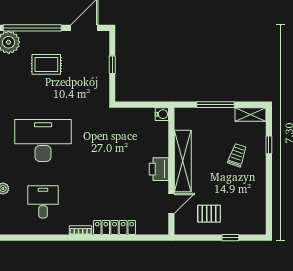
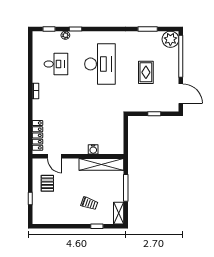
rug: (46, 64) -> (146, 72), moved
water cooler: (162, 114) -> (93, 149), moved
shelving: (183, 161) -> (101, 164), moved
printer: (159, 169) -> (79, 147), removed
locker: (114, 227) -> (37, 135), moved

